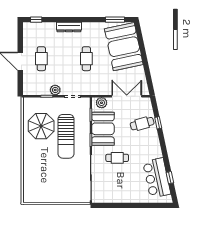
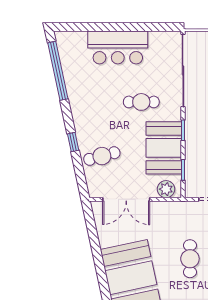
window: (158, 123) -> (73, 142), moved
bar counter: (157, 178) -> (118, 47), moved, turned 102
window: (170, 178) -> (58, 71), width x3.17

